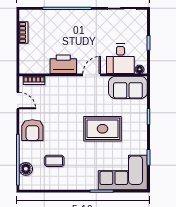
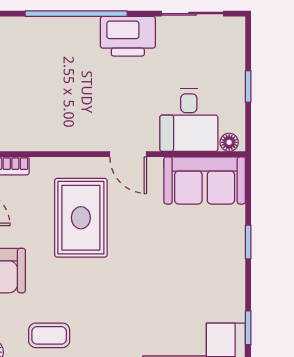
printer: (63, 64) -> (128, 36), moved, turned 180
door: (92, 75) -> (128, 154), swing flipped
rug: (103, 129) -> (81, 218), moved, turned 90

